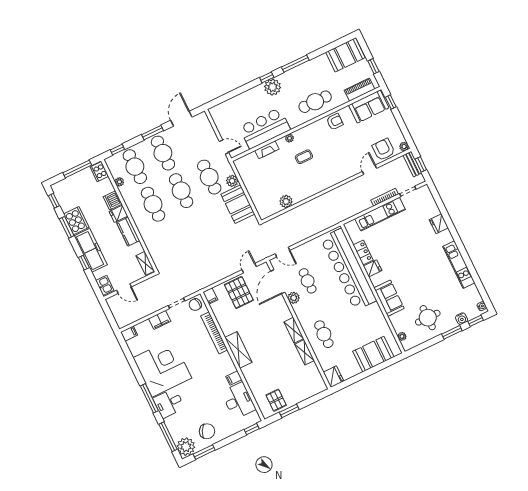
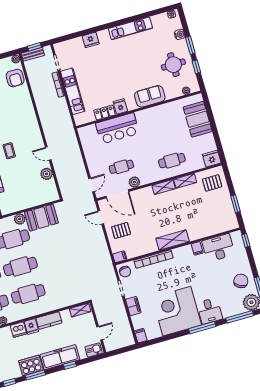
armchair: (384, 149) -> (15, 78), turned -90
door: (370, 170) -> (48, 154), moved
bar counter: (348, 269) -> (117, 128), width x0.54
pallet: (239, 292) -> (121, 230), width x0.67, depth x0.71
window: (476, 321) -> (196, 67), moved
pallet: (276, 400) -> (212, 183), moved

